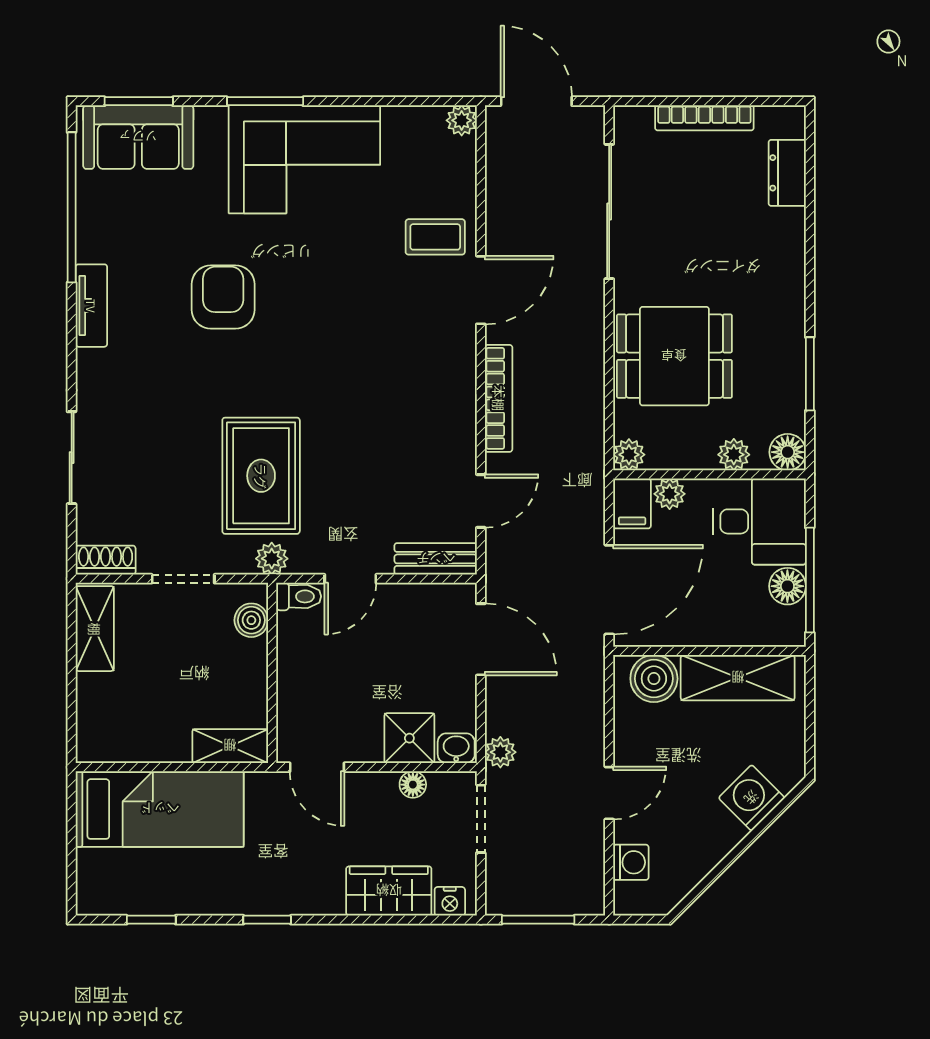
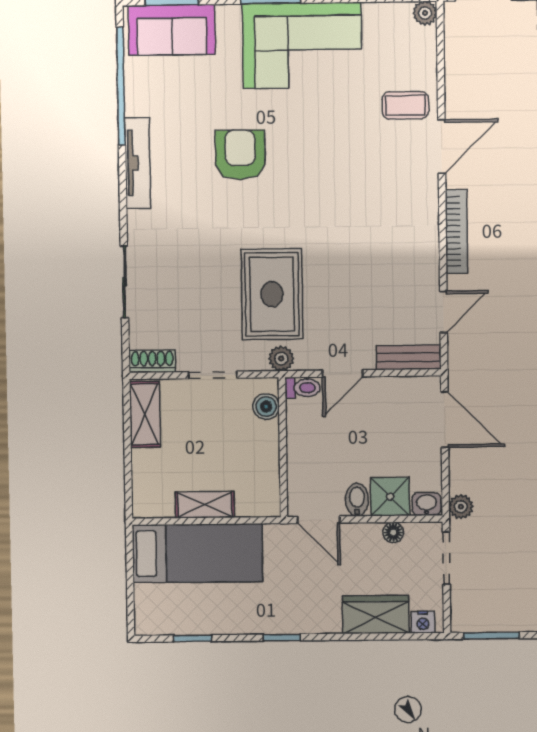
tv unit: (91, 306) -> (138, 163), width x1.41
bidet: (367, 742) -> (357, 500), added
shelving: (230, 746) -> (205, 505), moved

